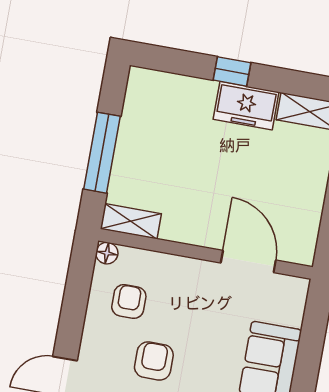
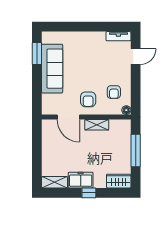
wardrobe: (156, 87) -> (119, 181), added
shelving: (131, 221) -> (97, 125), moved
armchair: (154, 361) -> (88, 99), moved

